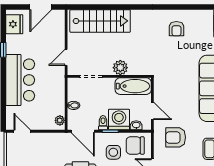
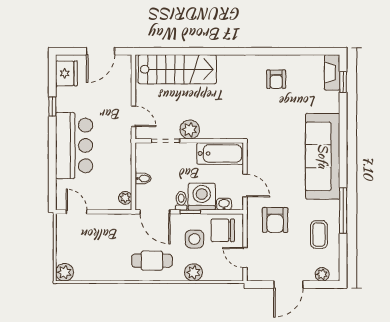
door: (66, 57) -> (133, 116), swing flipped
plant: (120, 68) -> (190, 130), moved
armchair: (176, 137) -> (275, 220), turned -90

